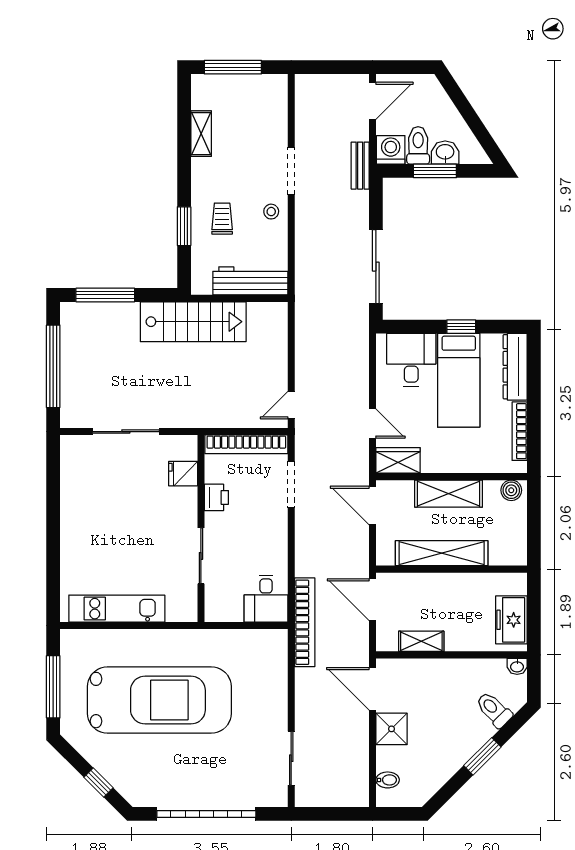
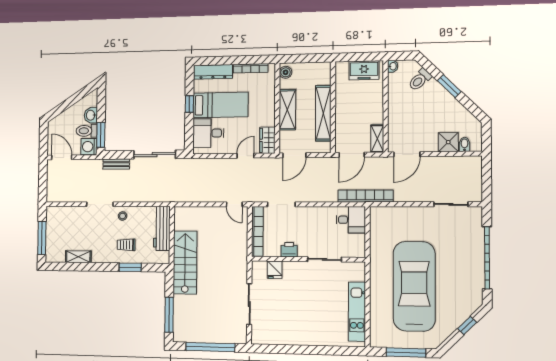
bench: (360, 166) -> (116, 164), moved
window: (435, 171) -> (101, 135), moved
shelving: (421, 641) -> (377, 139), moved
shower: (392, 729) -> (448, 142), moved

